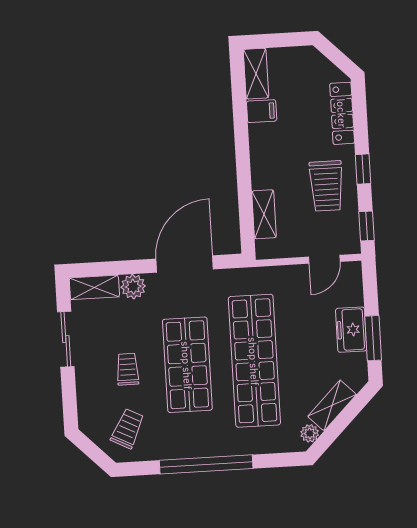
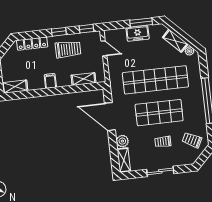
filing cabinet: (262, 111) -> (50, 81), moved
sliding door: (66, 339) -> (160, 171), moved

